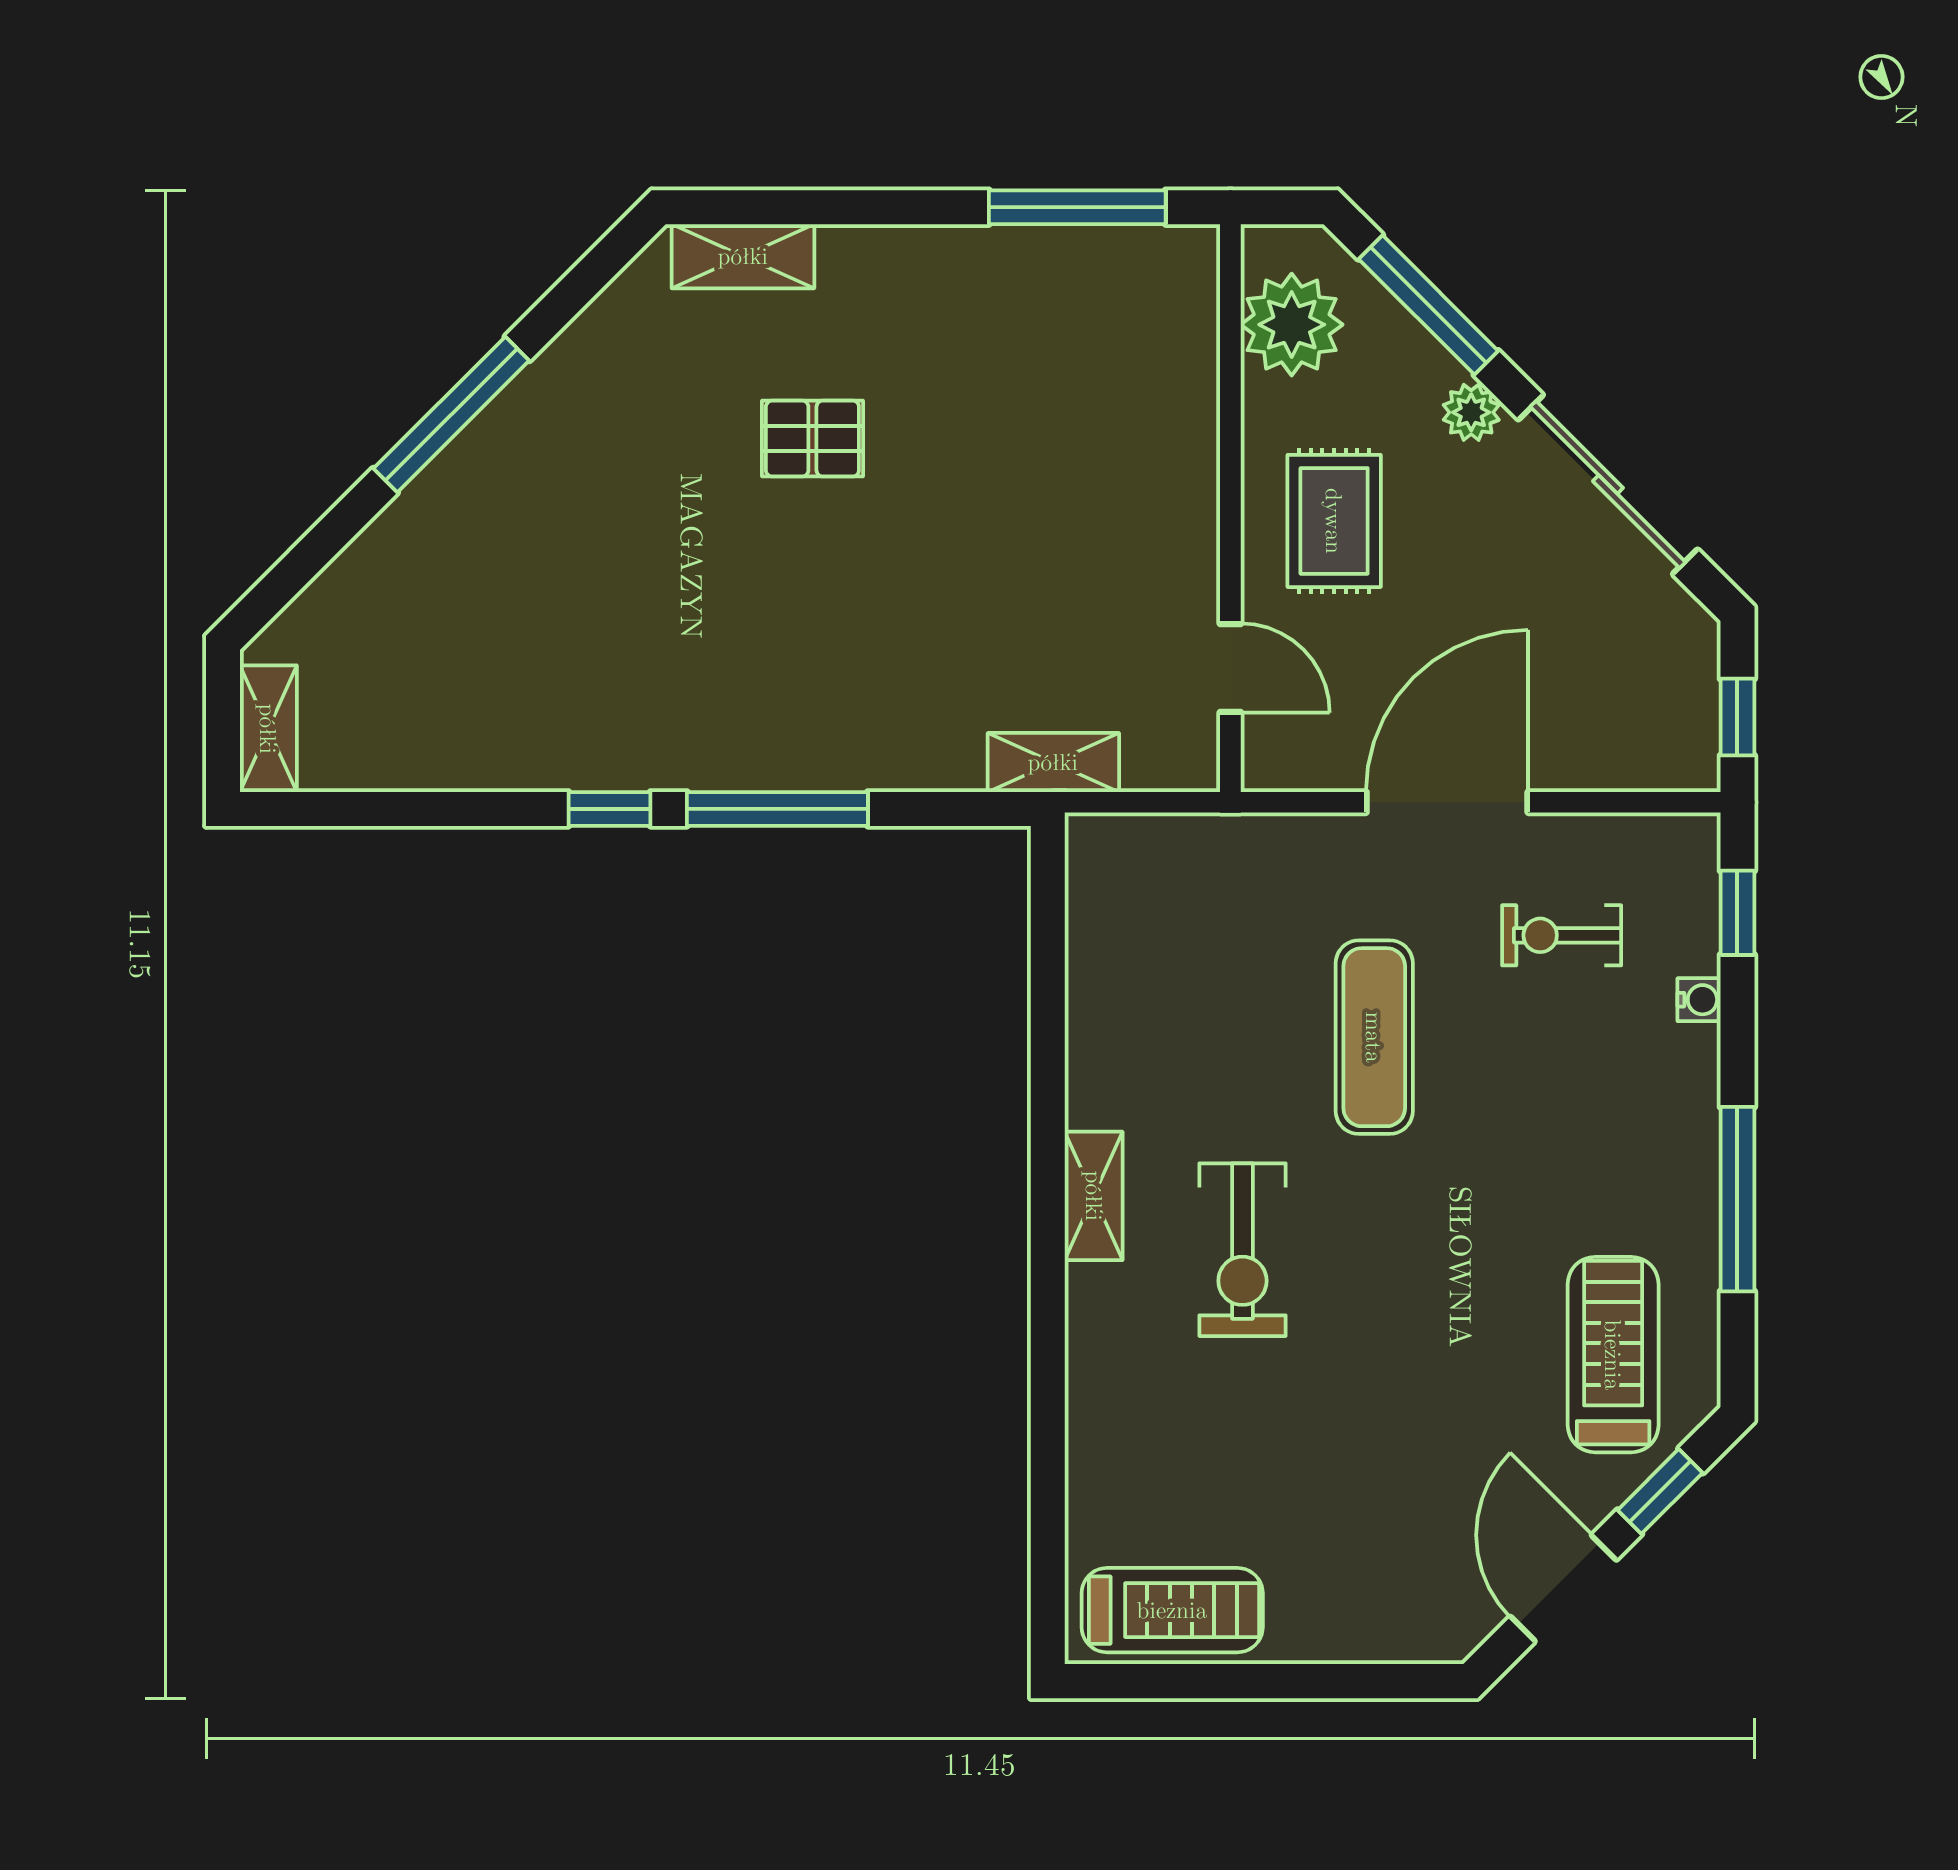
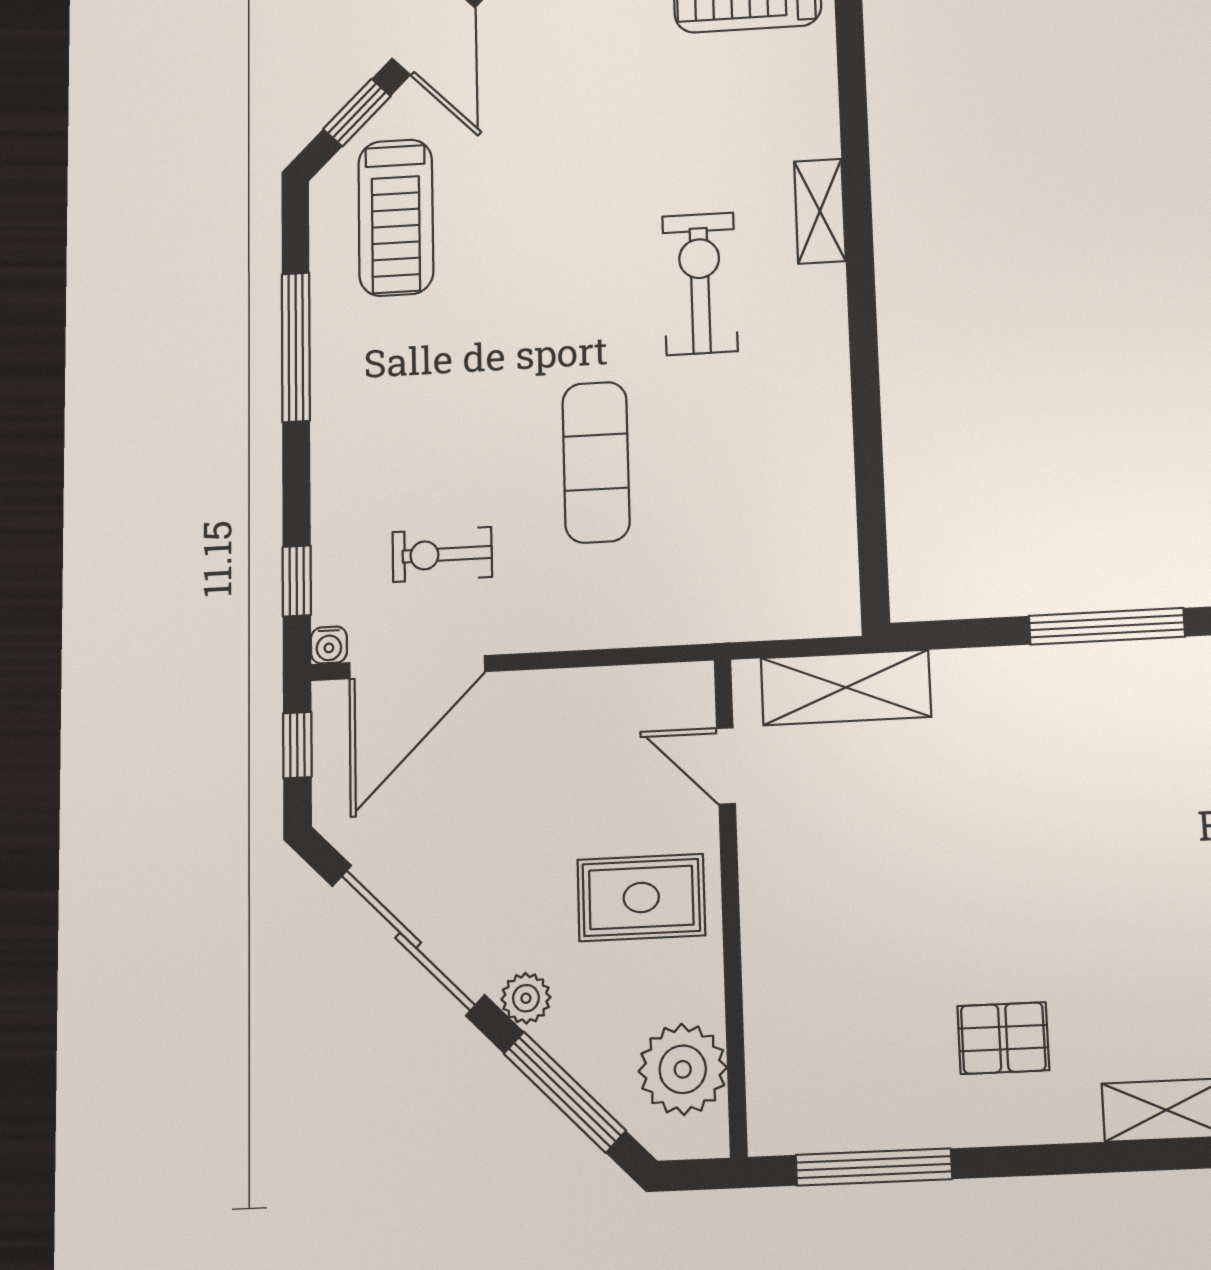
pallet: (812, 439) -> (1003, 1038), moved
rug: (1334, 521) -> (641, 897), turned 90
shelving: (1053, 762) -> (846, 687), width x1.50, depth x1.33
door: (1447, 802) -> (417, 667), moved
exercise bike: (1562, 935) -> (442, 554), turned 180
water cooler: (1699, 1000) -> (329, 645), moved, turned -90
shelving: (1094, 1196) -> (820, 211), moved

